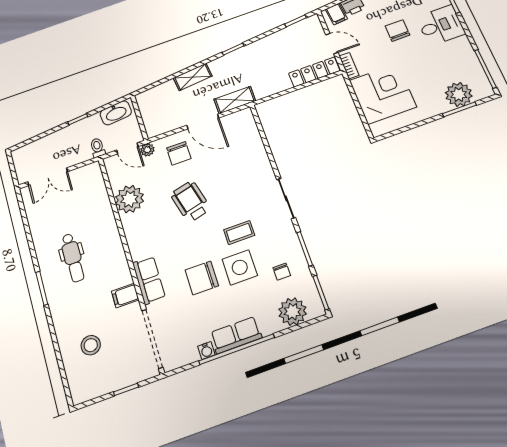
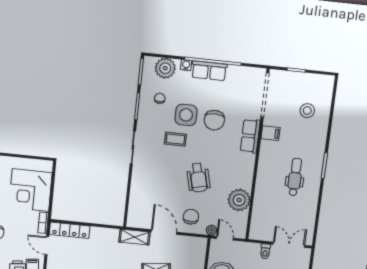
toilet: (98, 148) -> (265, 251), moved
chair: (202, 278) -> (214, 120), turned 90
water cooler: (206, 350) -> (186, 65), moved

